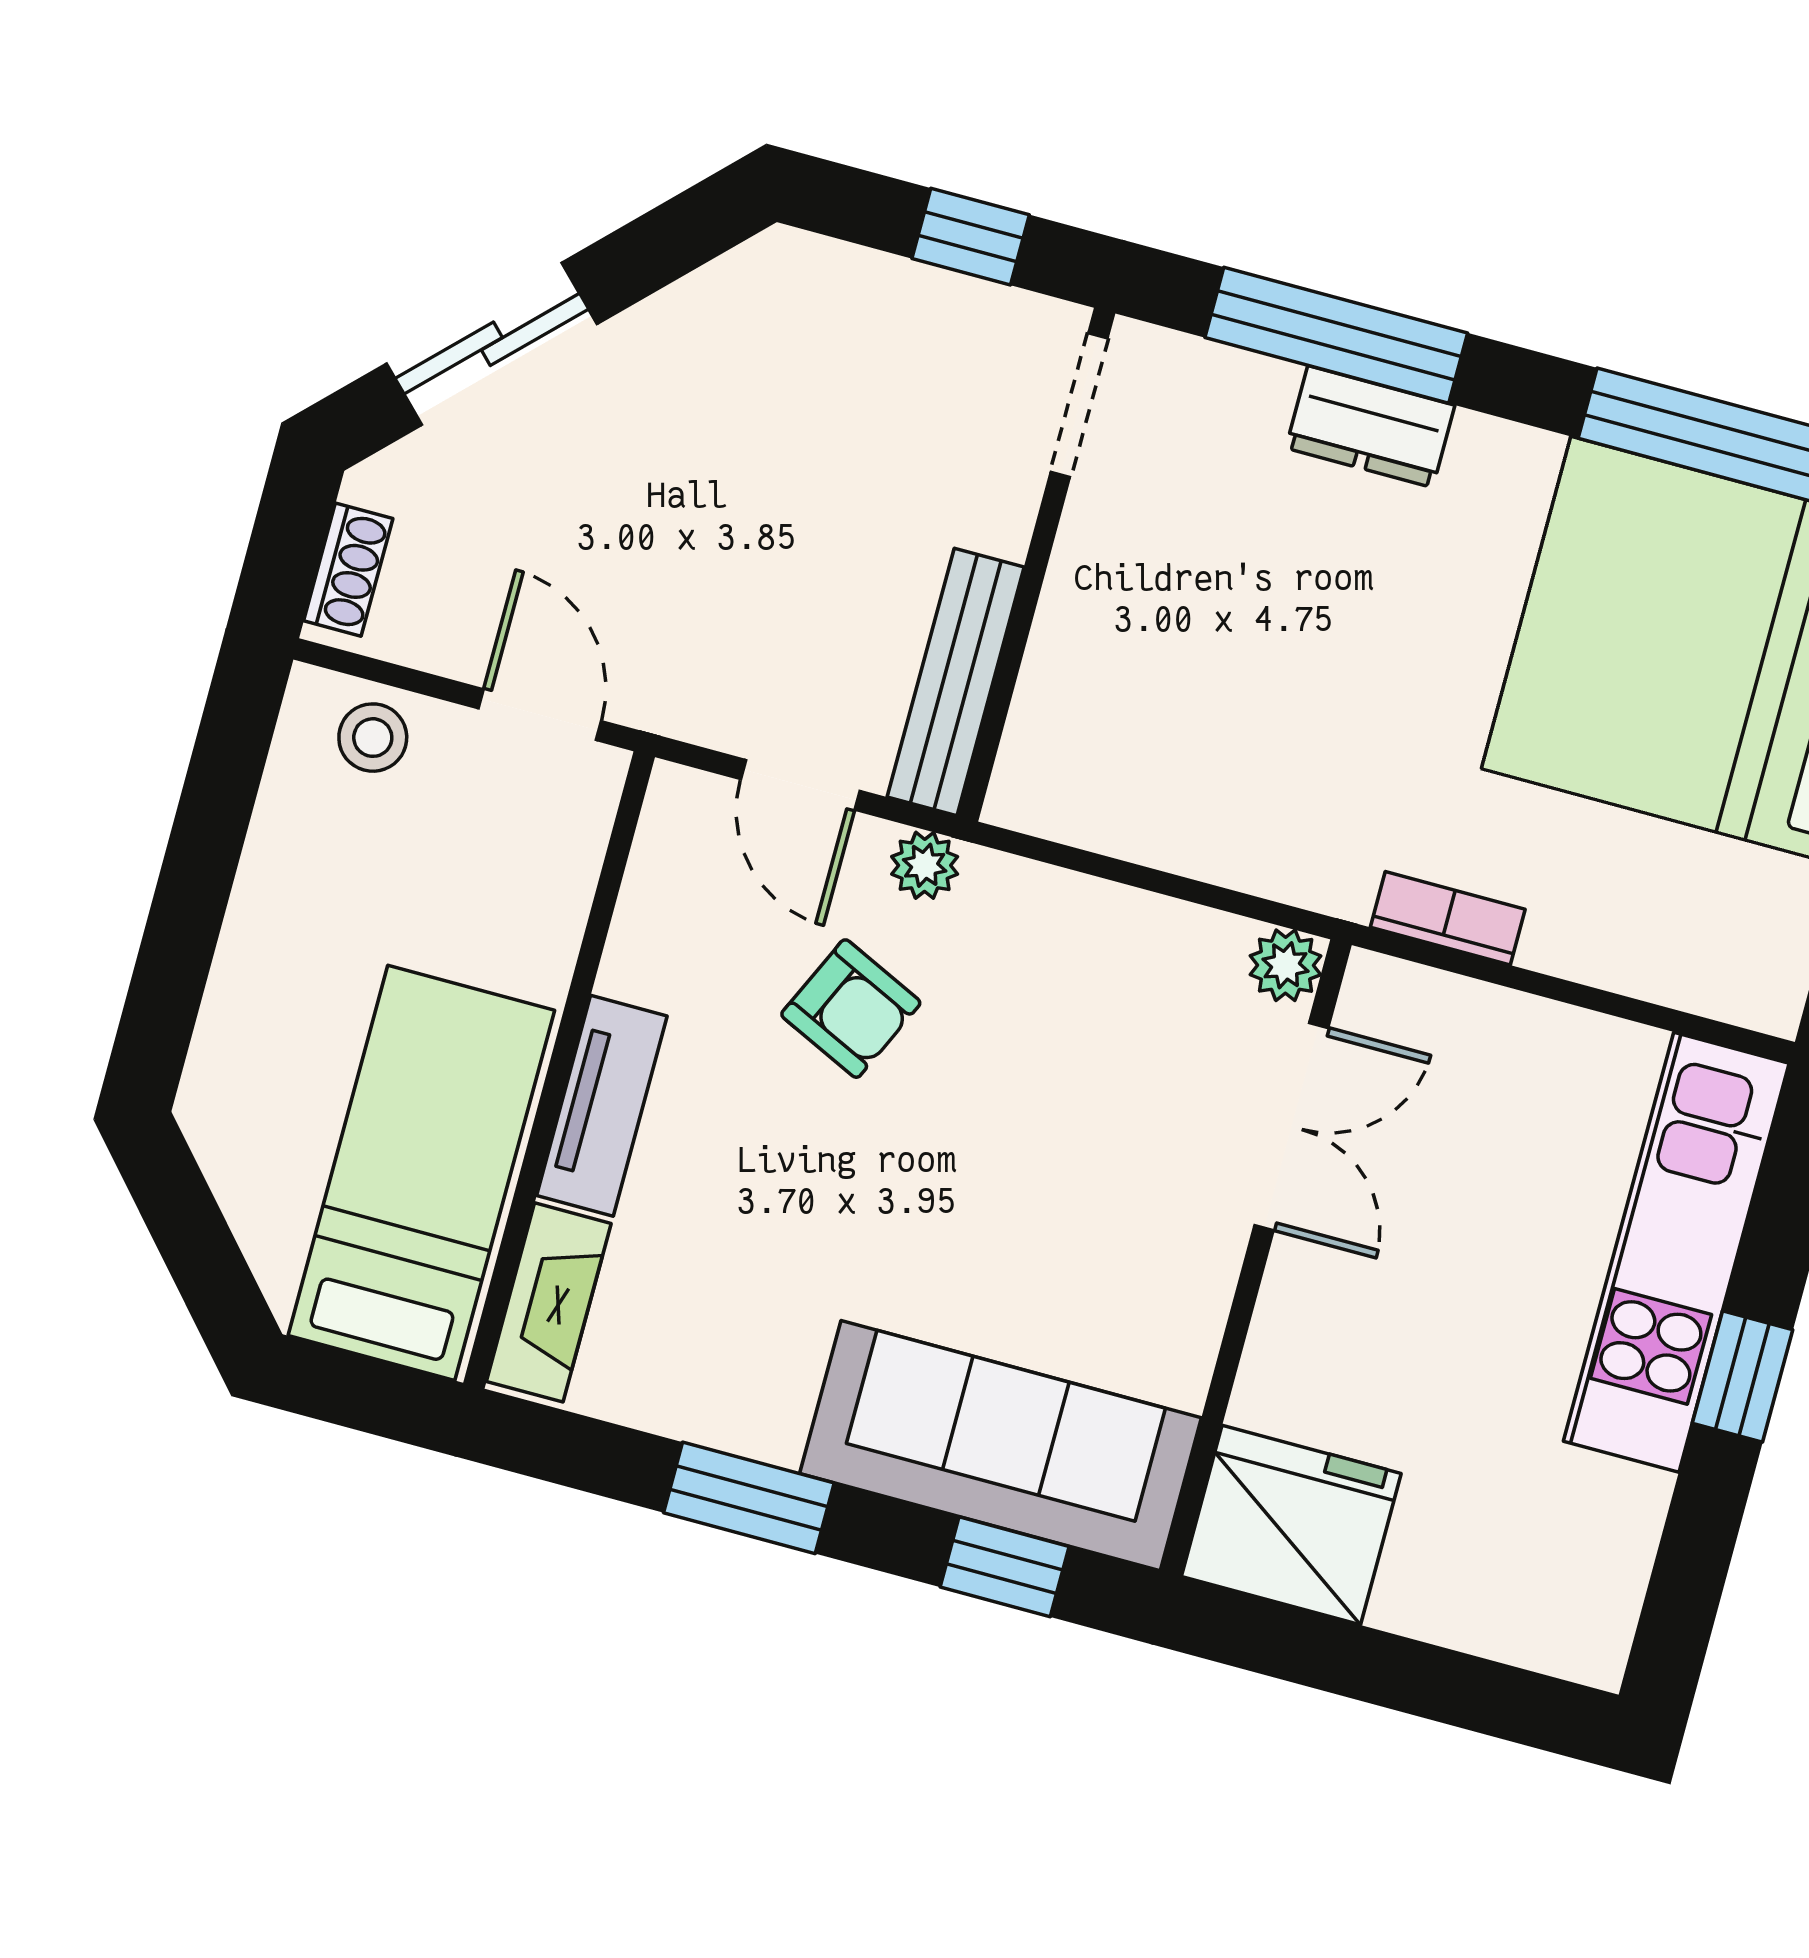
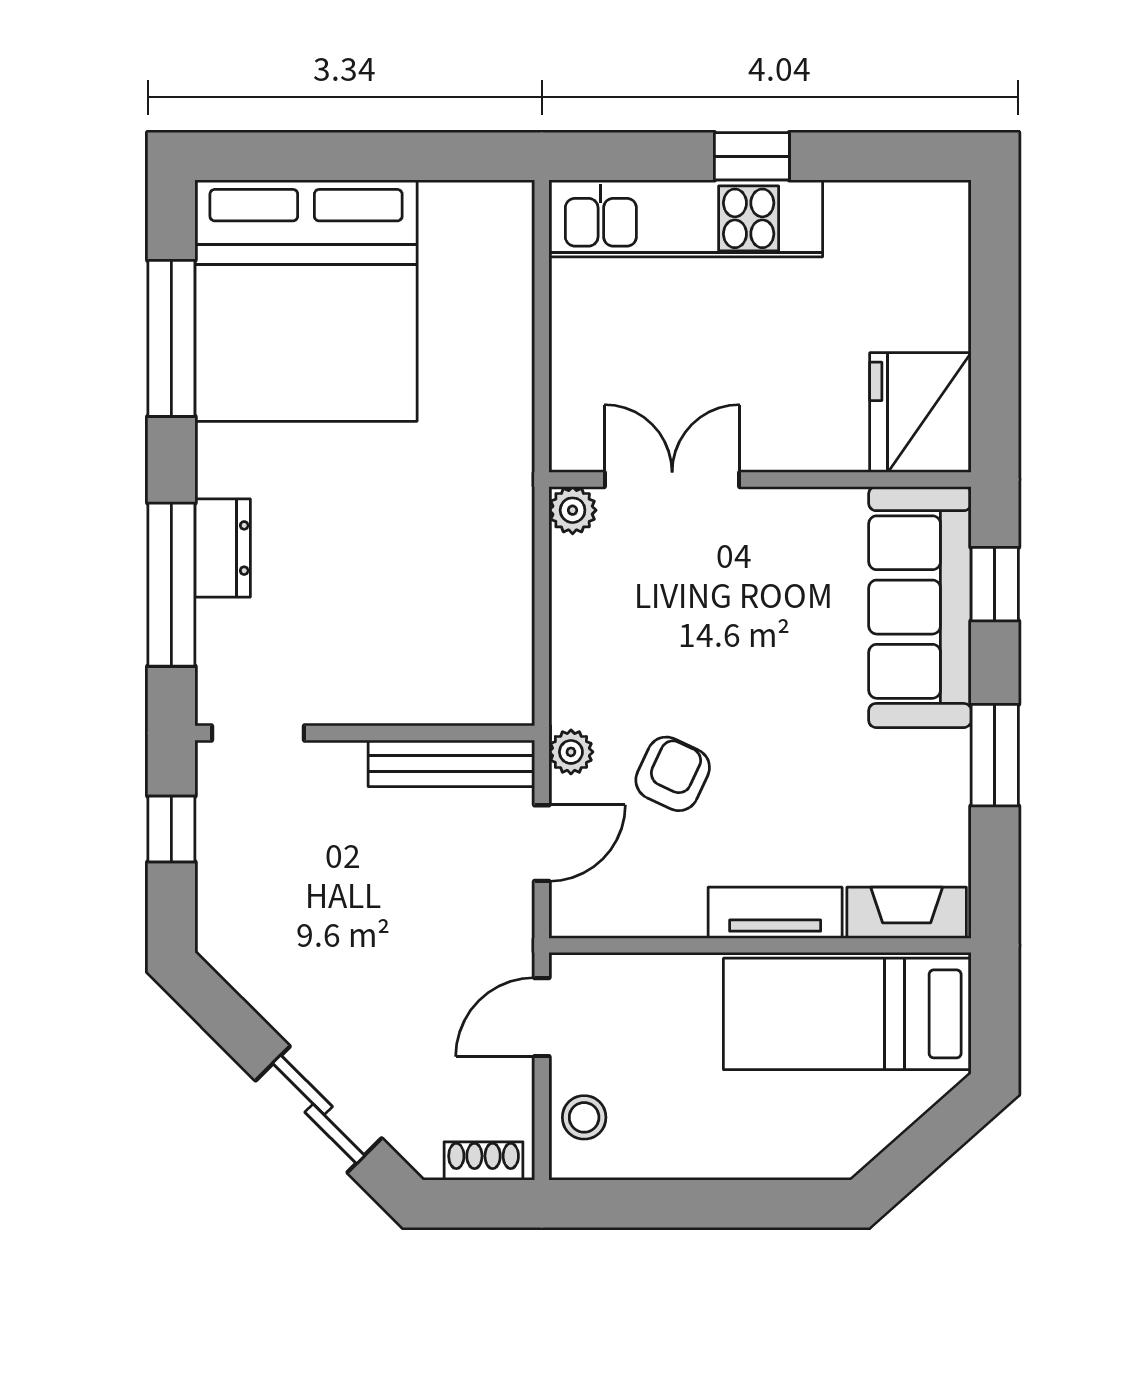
bookcase: (1448, 918) -> (516, 417), removed

